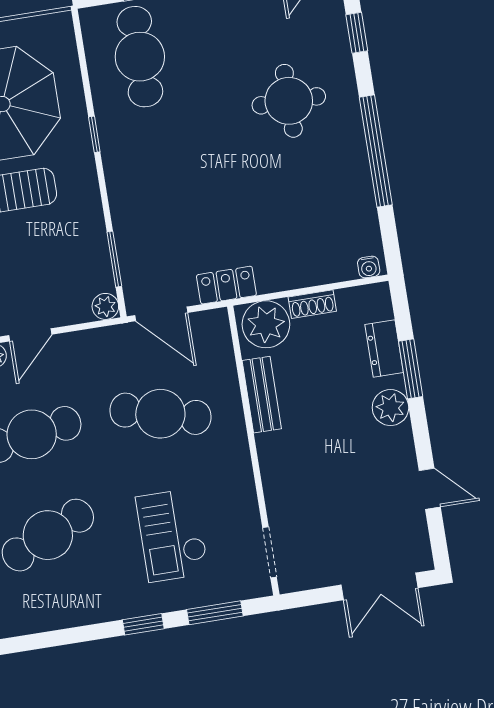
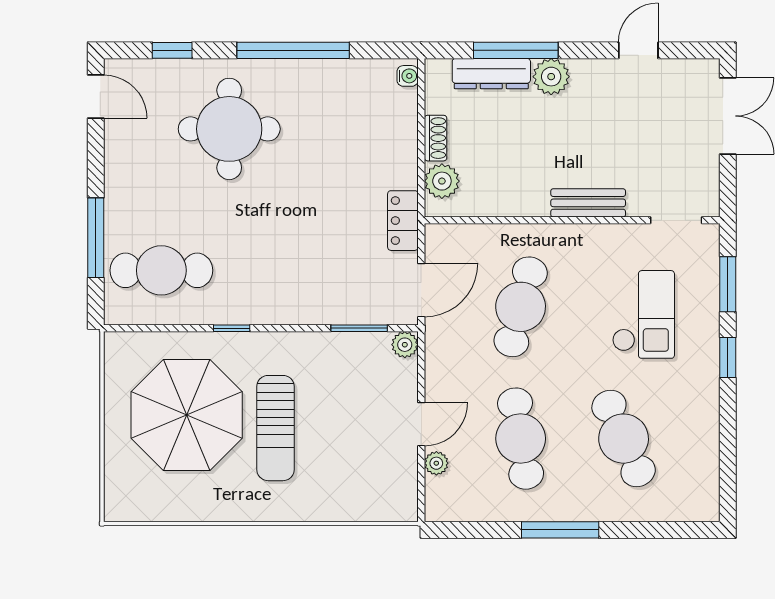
round table: (289, 101) -> (229, 129), width x1.36, depth x1.36
plant: (266, 324) -> (442, 181), width x0.73, depth x0.73
door: (30, 335) -> (421, 424), hinge flipped
dresser: (384, 349) -> (491, 74), width x1.44
window: (411, 369) -> (516, 50), width x1.44
bench: (262, 395) -> (588, 203), moved
checkout: (172, 535) -> (643, 314), turned -90

